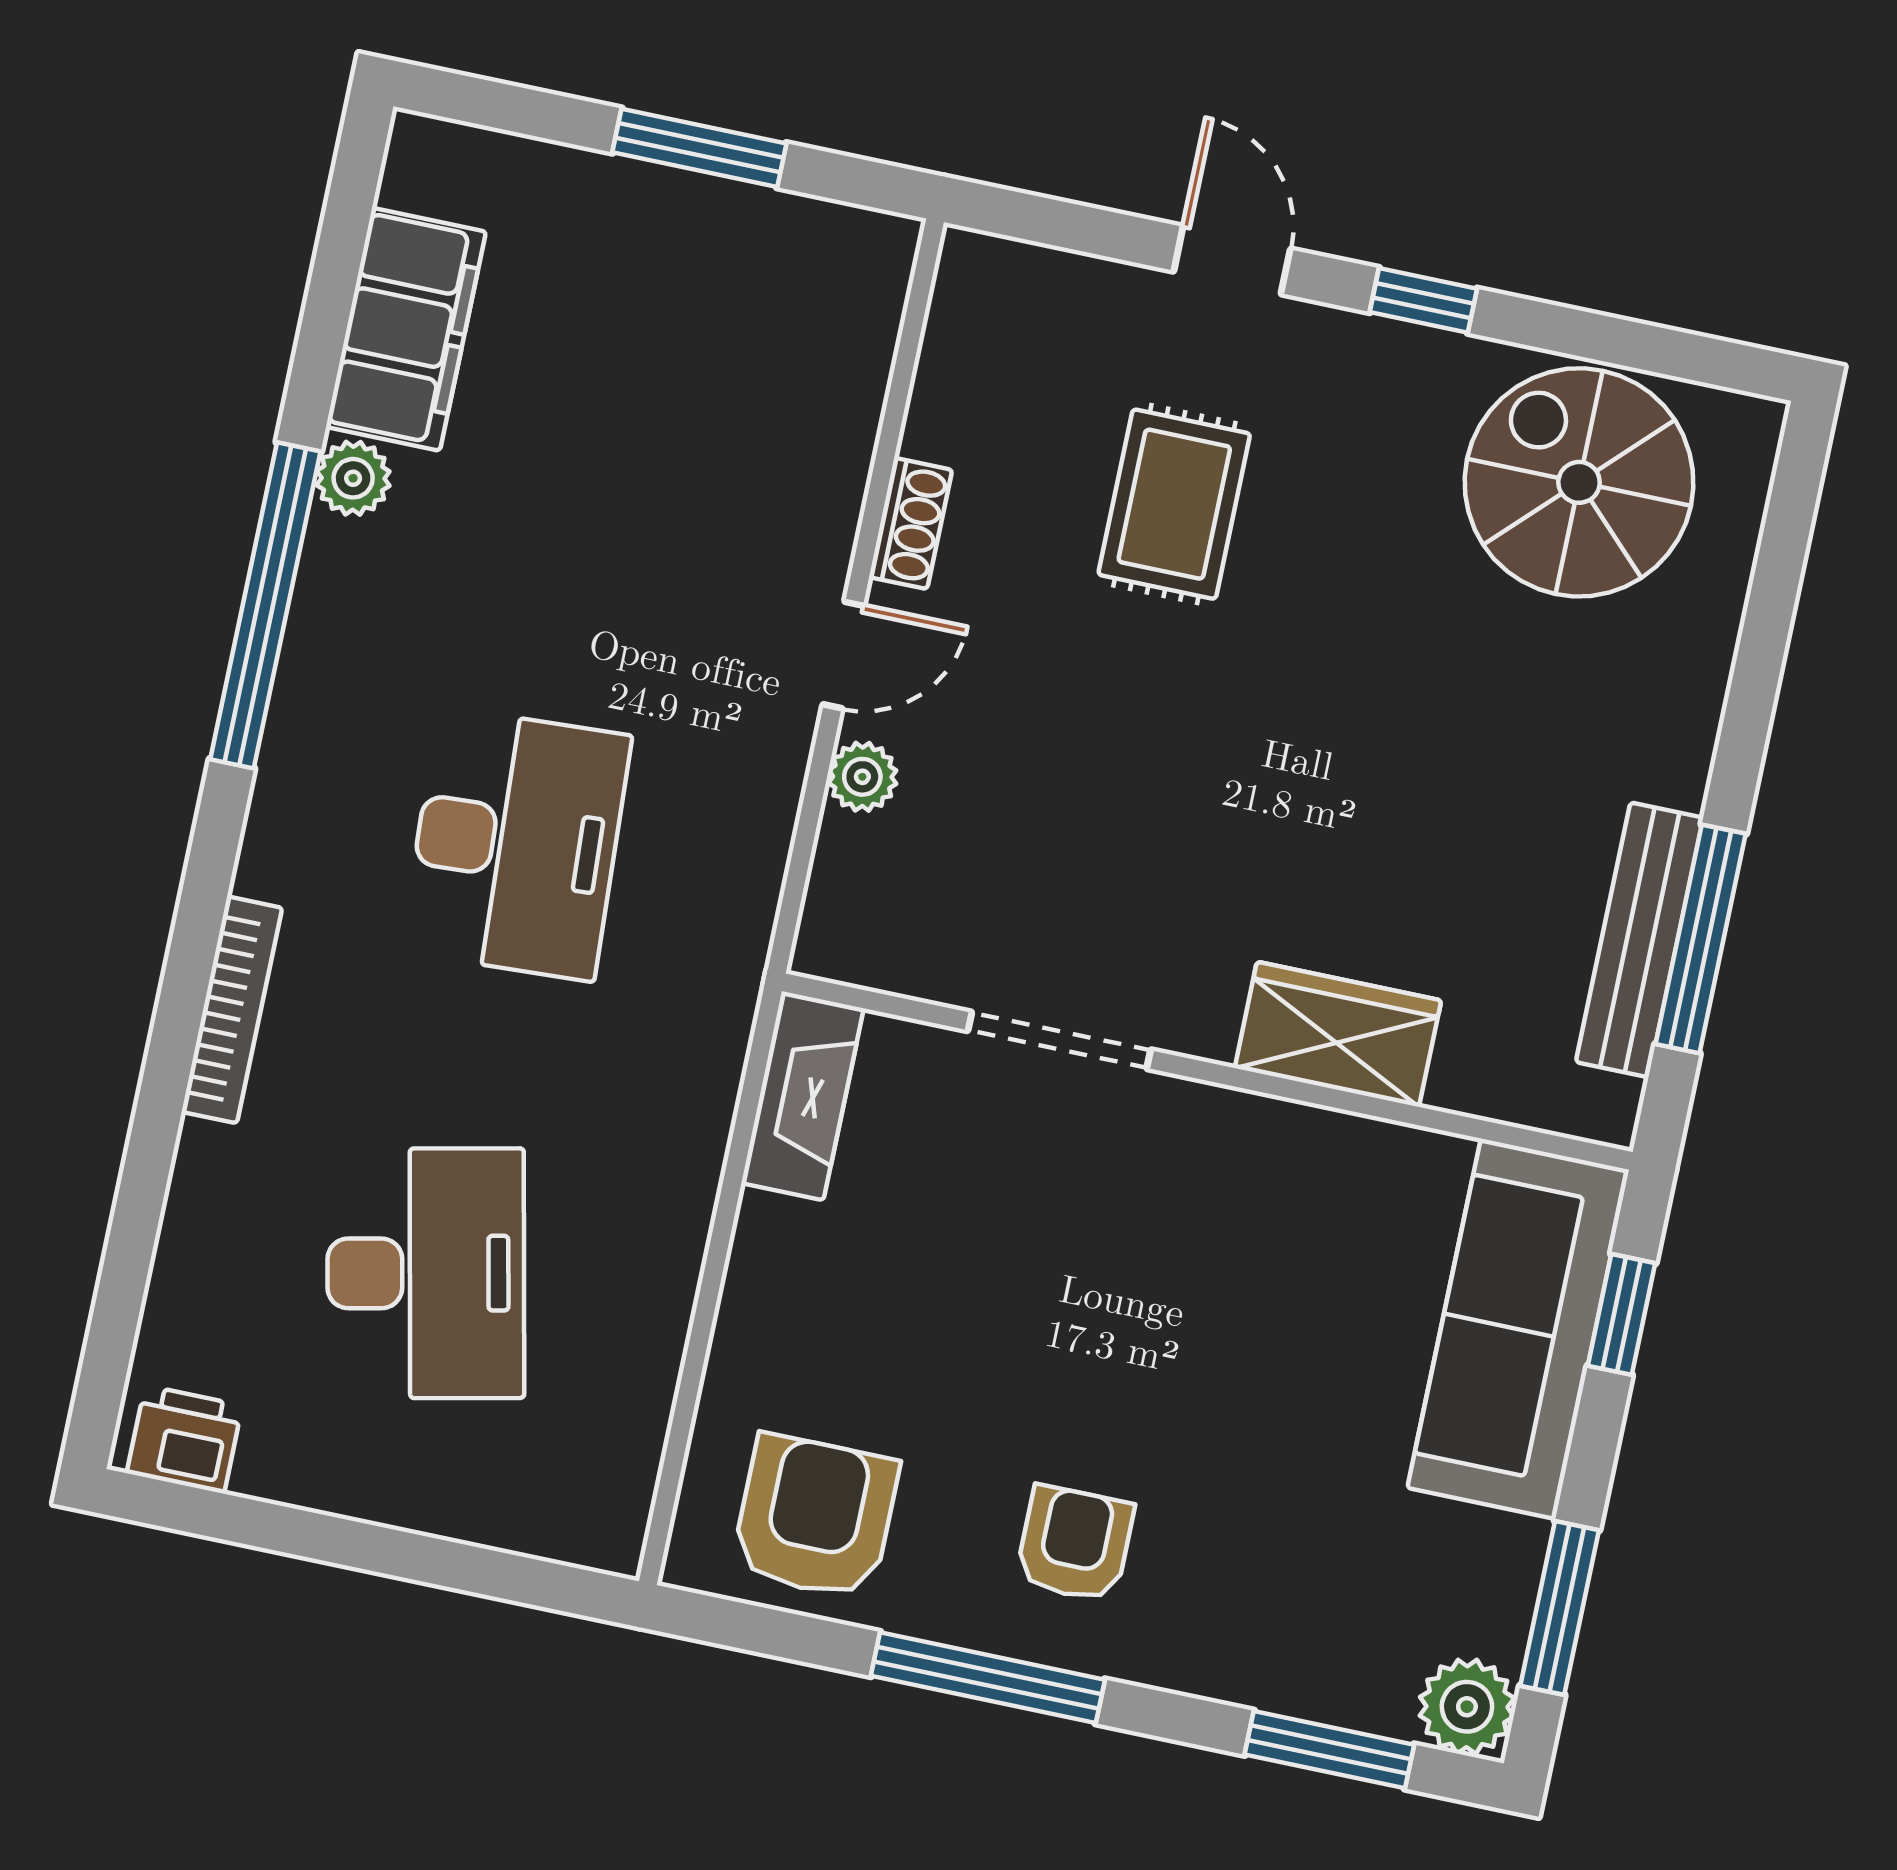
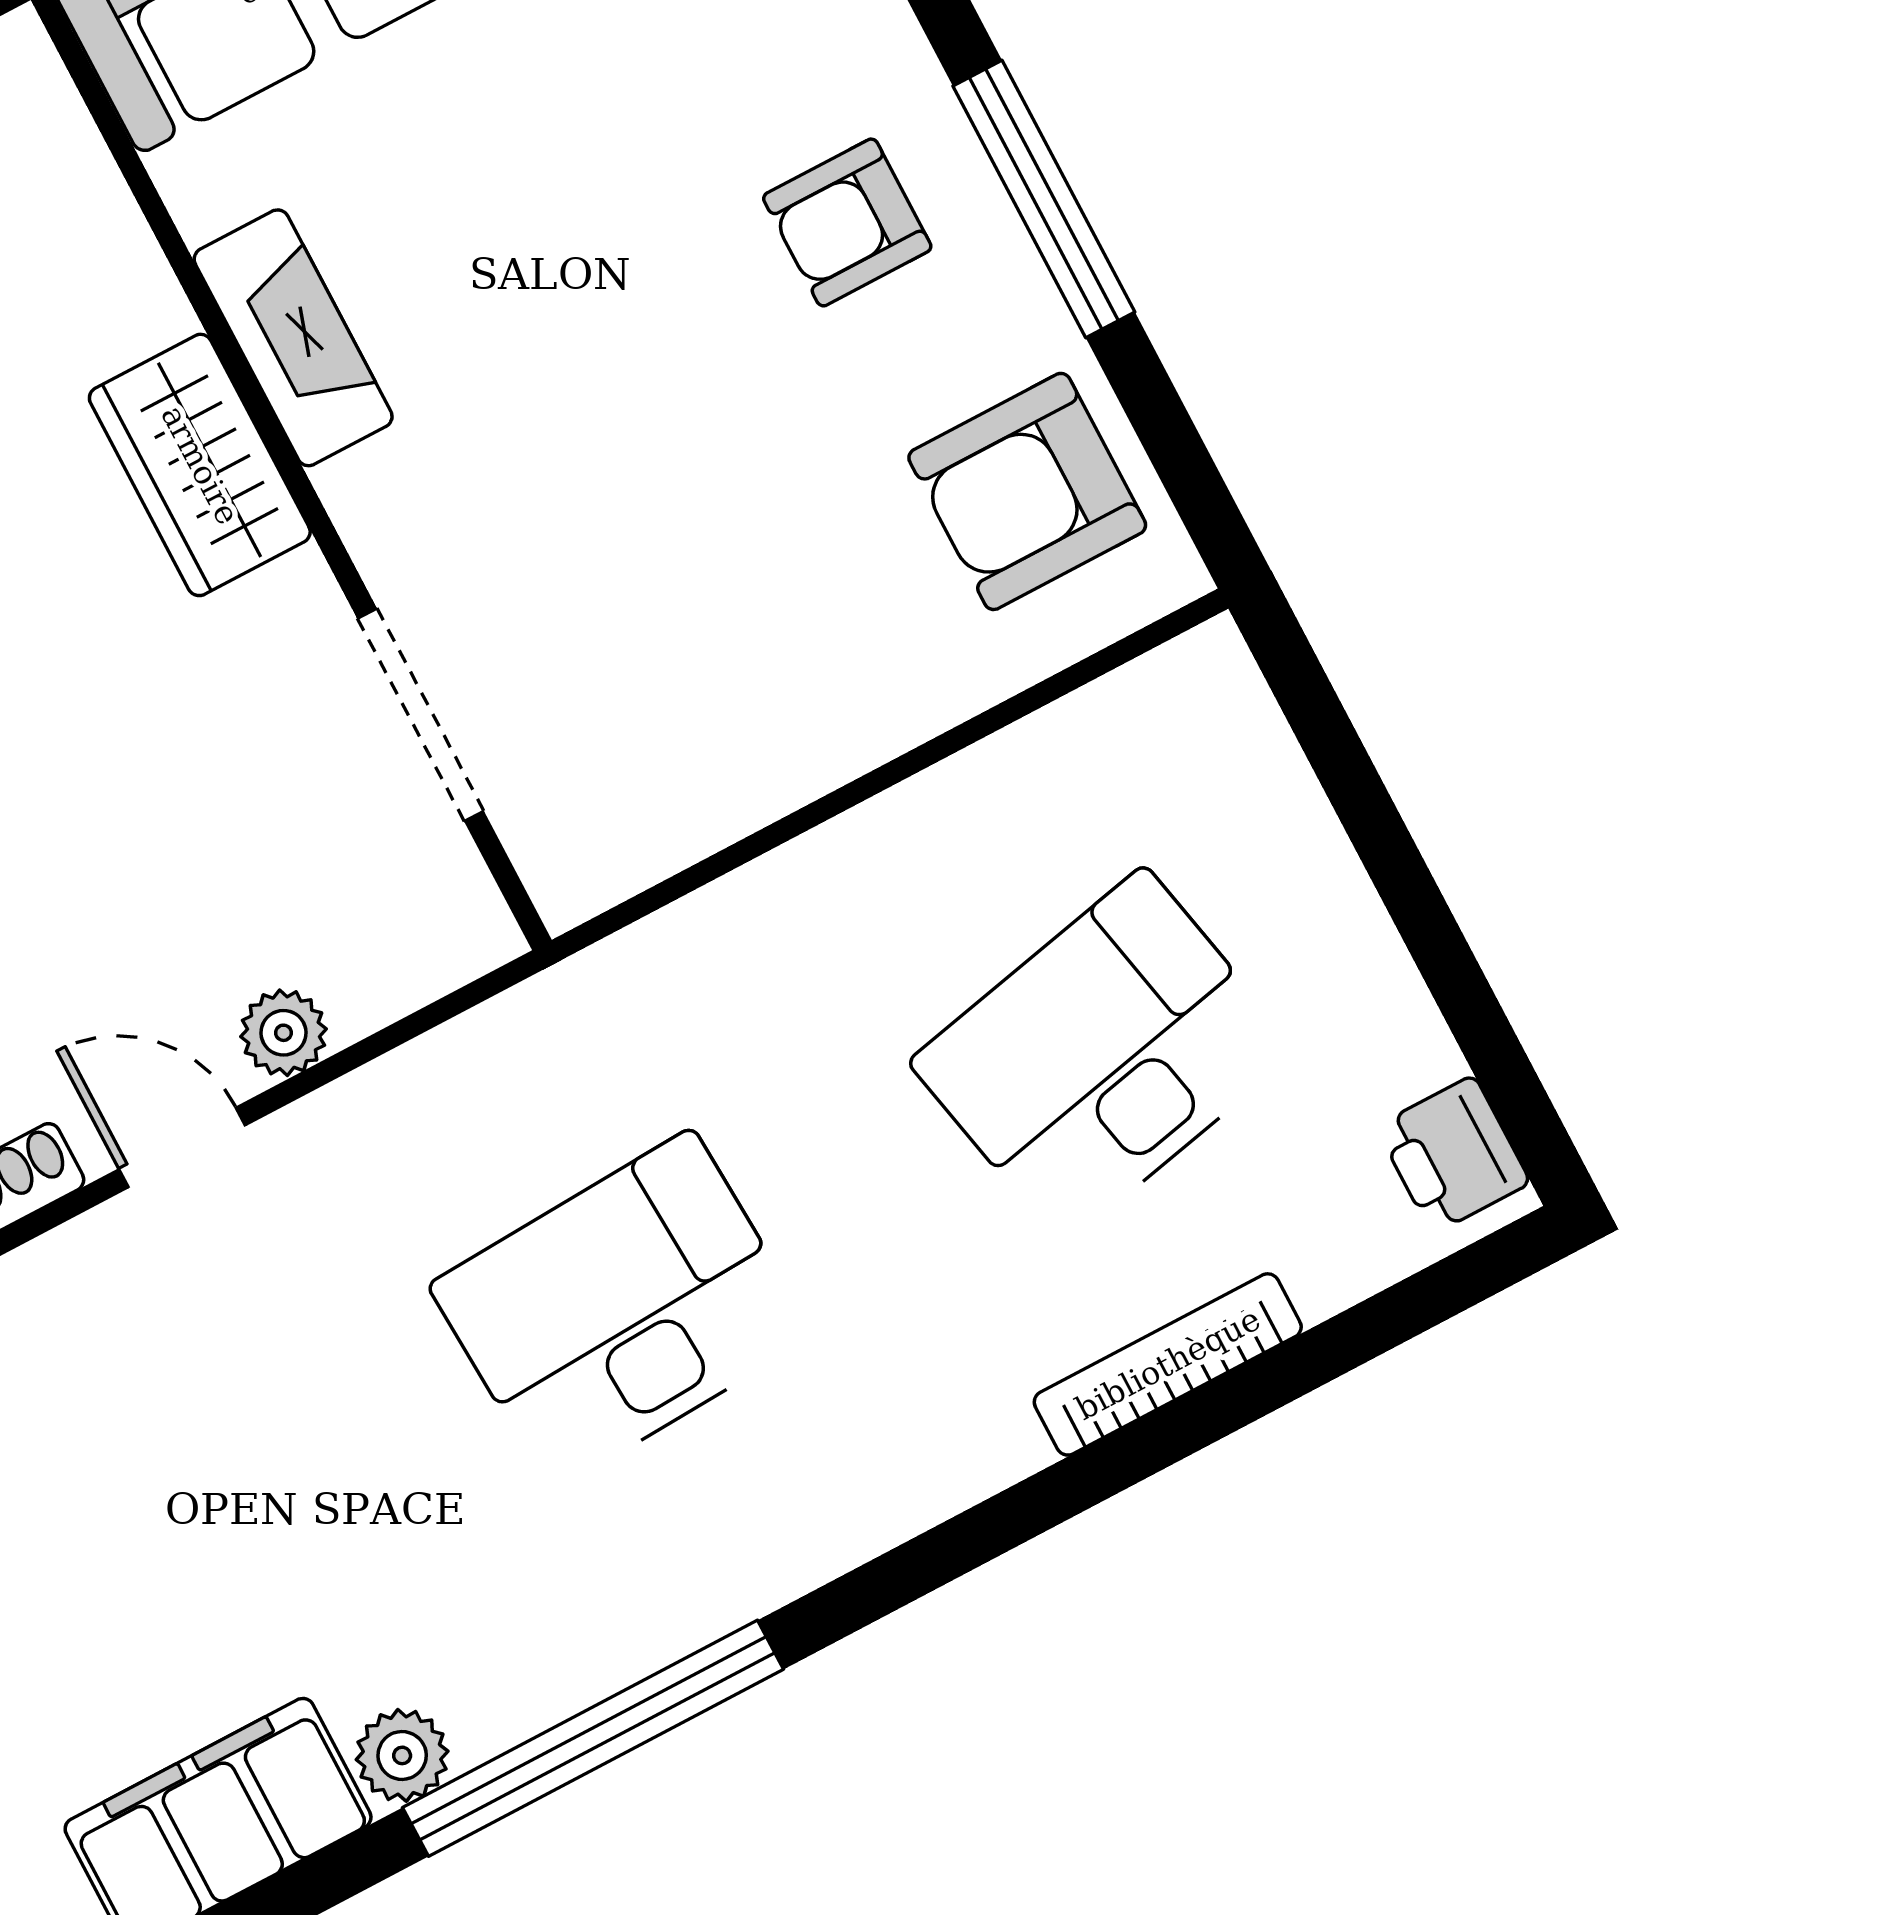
bookcase: (232, 1010) -> (1168, 1364), moved
wardrobe: (1338, 1034) -> (200, 465), moved
doorway: (1059, 1040) -> (421, 715), moved
fireplace: (803, 1096) -> (293, 338), moved, turned 90

